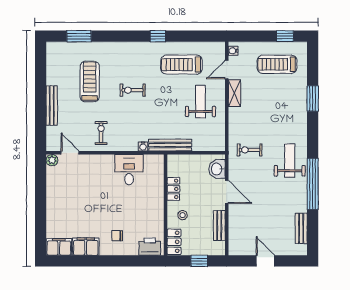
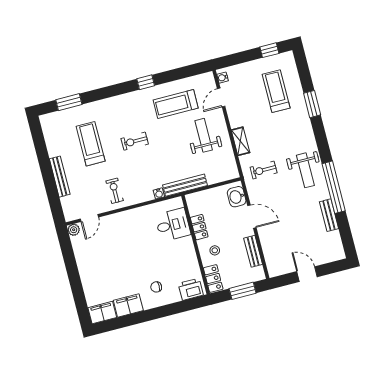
treadmill: (277, 64) -> (276, 91), moved, turned 90
shelving: (234, 93) -> (240, 141), moved
door: (70, 153) -> (89, 218), swing flipped
weight bench: (290, 161) -> (305, 170), turned 180
desk: (129, 170) -> (173, 225), moved, turned 90
bench: (301, 228) -> (329, 215), moved
window: (199, 261) -> (243, 291), width x1.50

